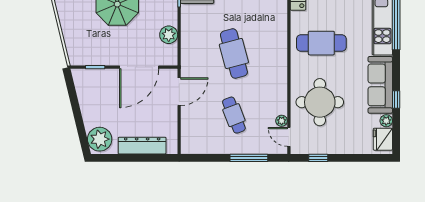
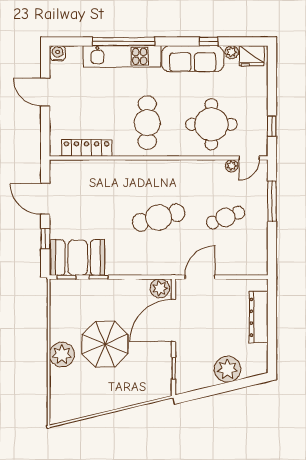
plant: (169, 35) -> (160, 288), moved
door: (139, 67) -> (173, 321), swing flipped
door: (179, 92) -> (200, 277), hinge flipped
plant: (100, 139) -> (227, 369), moved

